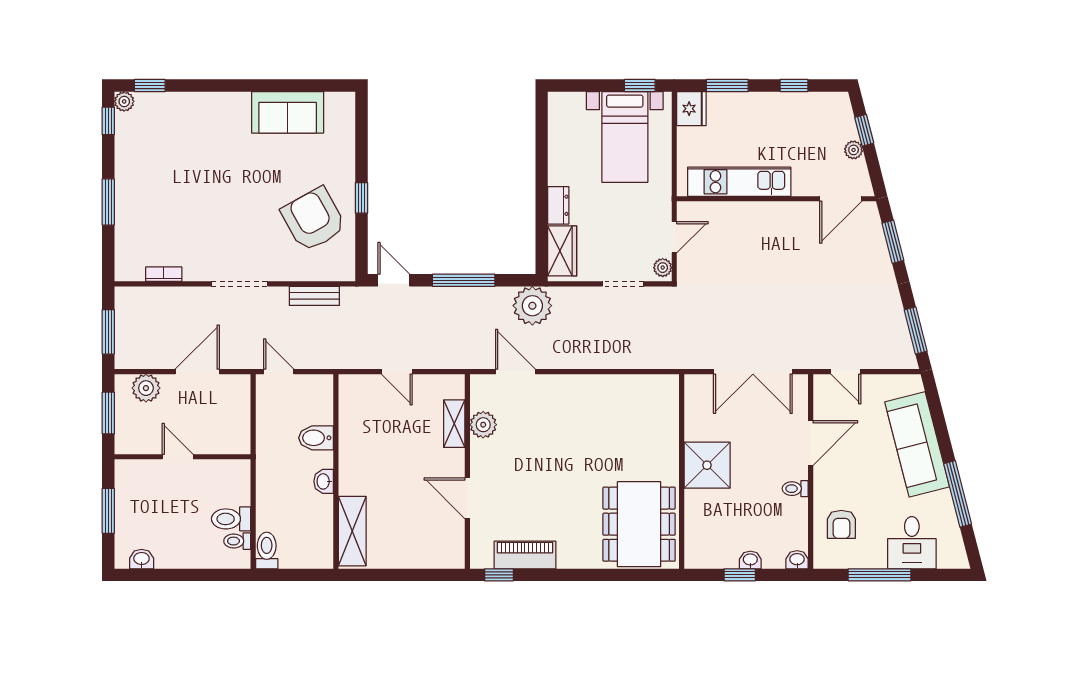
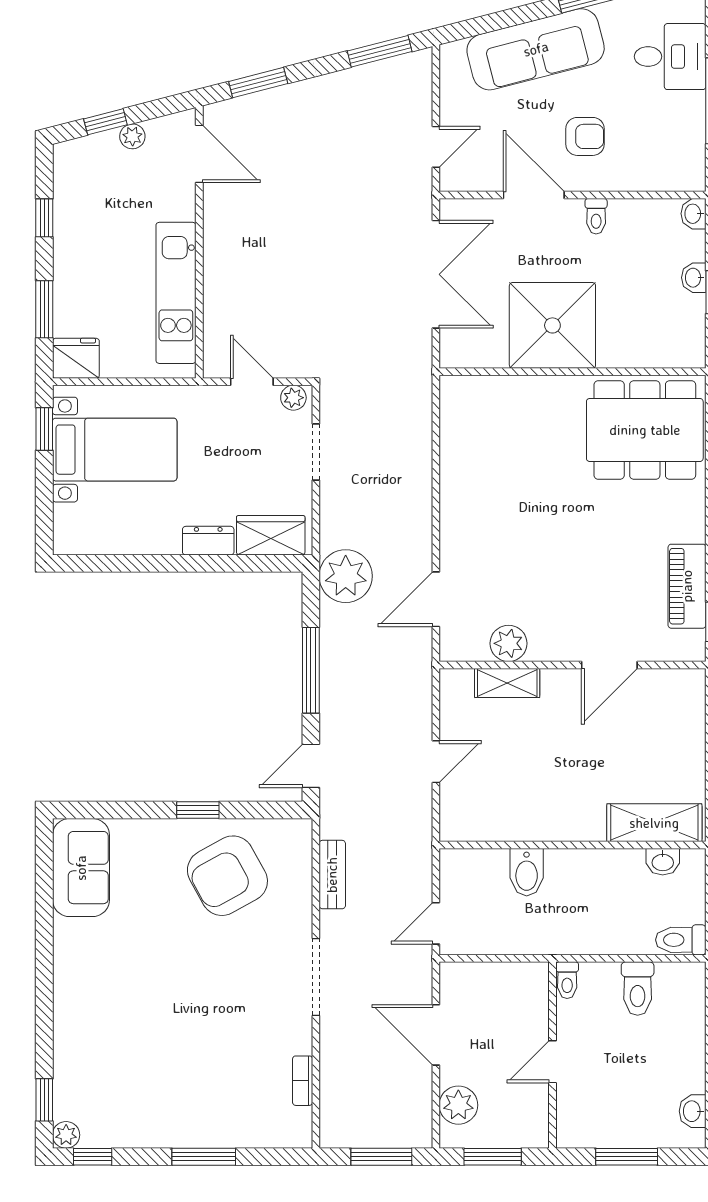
sofa: (288, 112) -> (81, 868), moved
shower: (707, 465) -> (552, 325), width x1.37, depth x1.37
washbasin: (324, 481) -> (663, 862), moved
armchair: (841, 524) -> (585, 136), moved
toilet: (237, 541) -> (567, 980), moved

